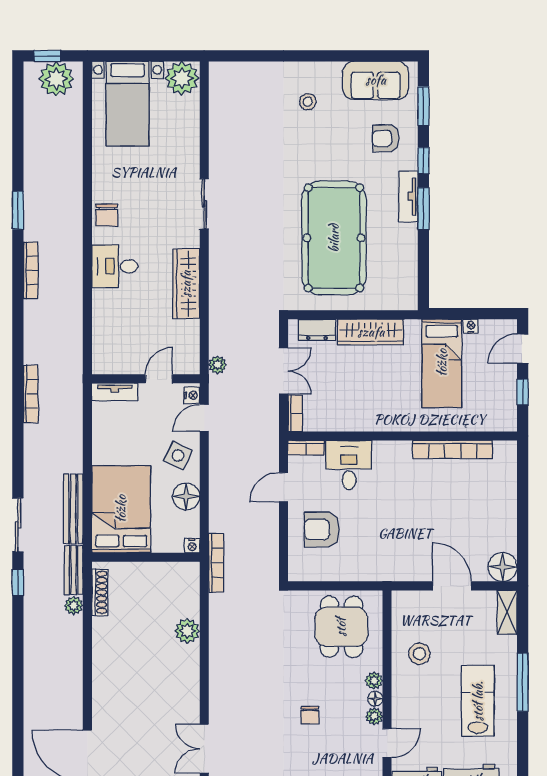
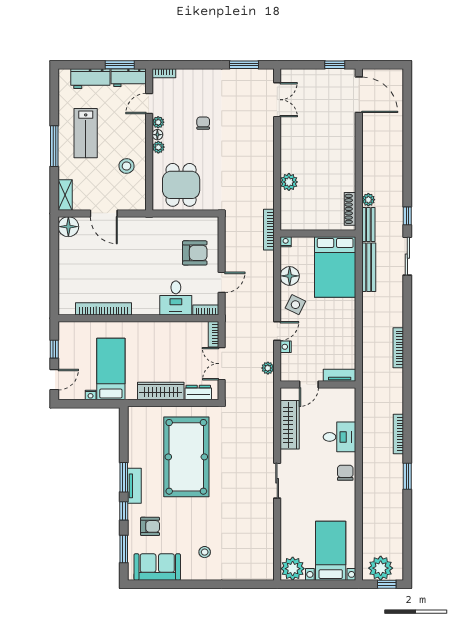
wall: (146, 379) -> (318, 385), moved
door: (159, 379) -> (309, 385), moved
tv unit: (115, 392) -> (340, 375), moved

